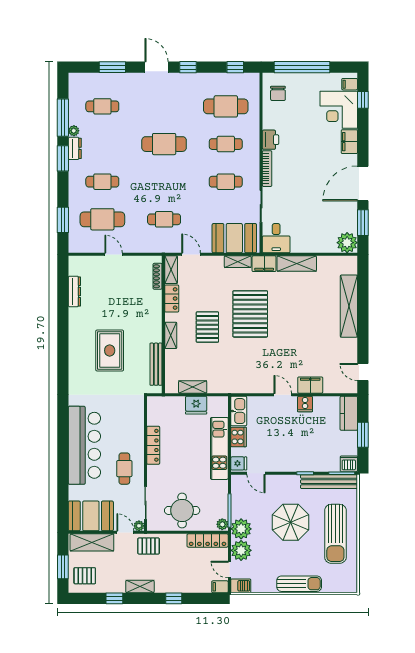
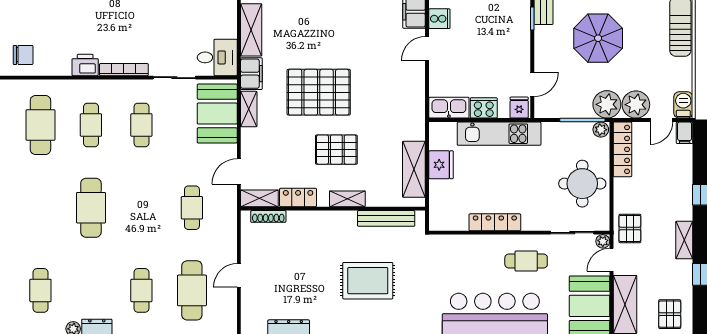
shelving: (193, 387) -> (414, 169), width x1.50, depth x1.33

